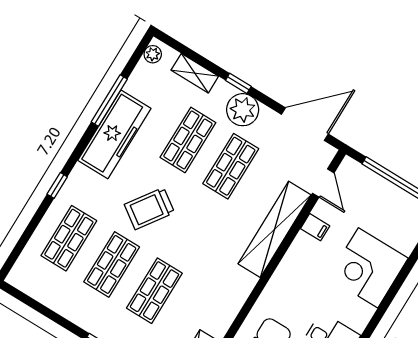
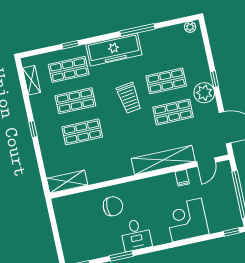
shelving: (195, 73) -> (32, 80), moved
window: (109, 101) -> (137, 30), moved
freezer: (114, 134) -> (114, 50), moved
window: (57, 185) -> (70, 45), moved
trolley: (149, 209) -> (129, 98), moved, turned -133

